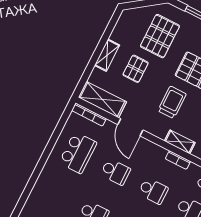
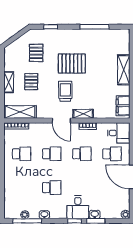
pallet: (160, 36) -> (36, 53), width x0.67, depth x0.71
door: (130, 127) -> (61, 121), moved
school desk: (78, 153) -> (22, 154), width x0.54

